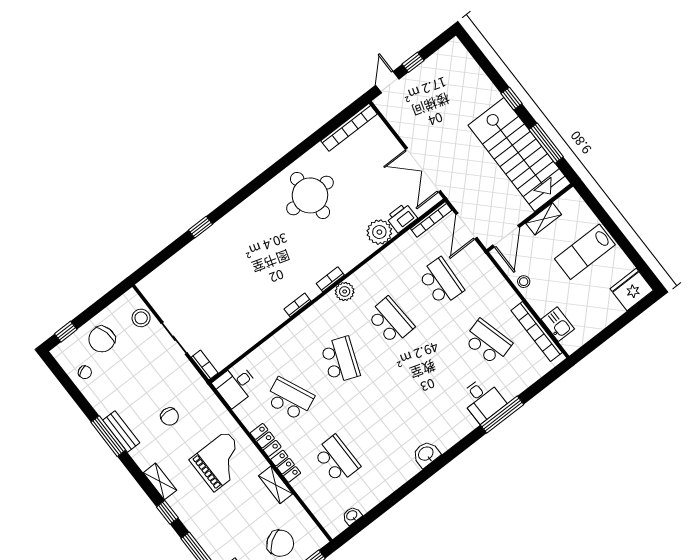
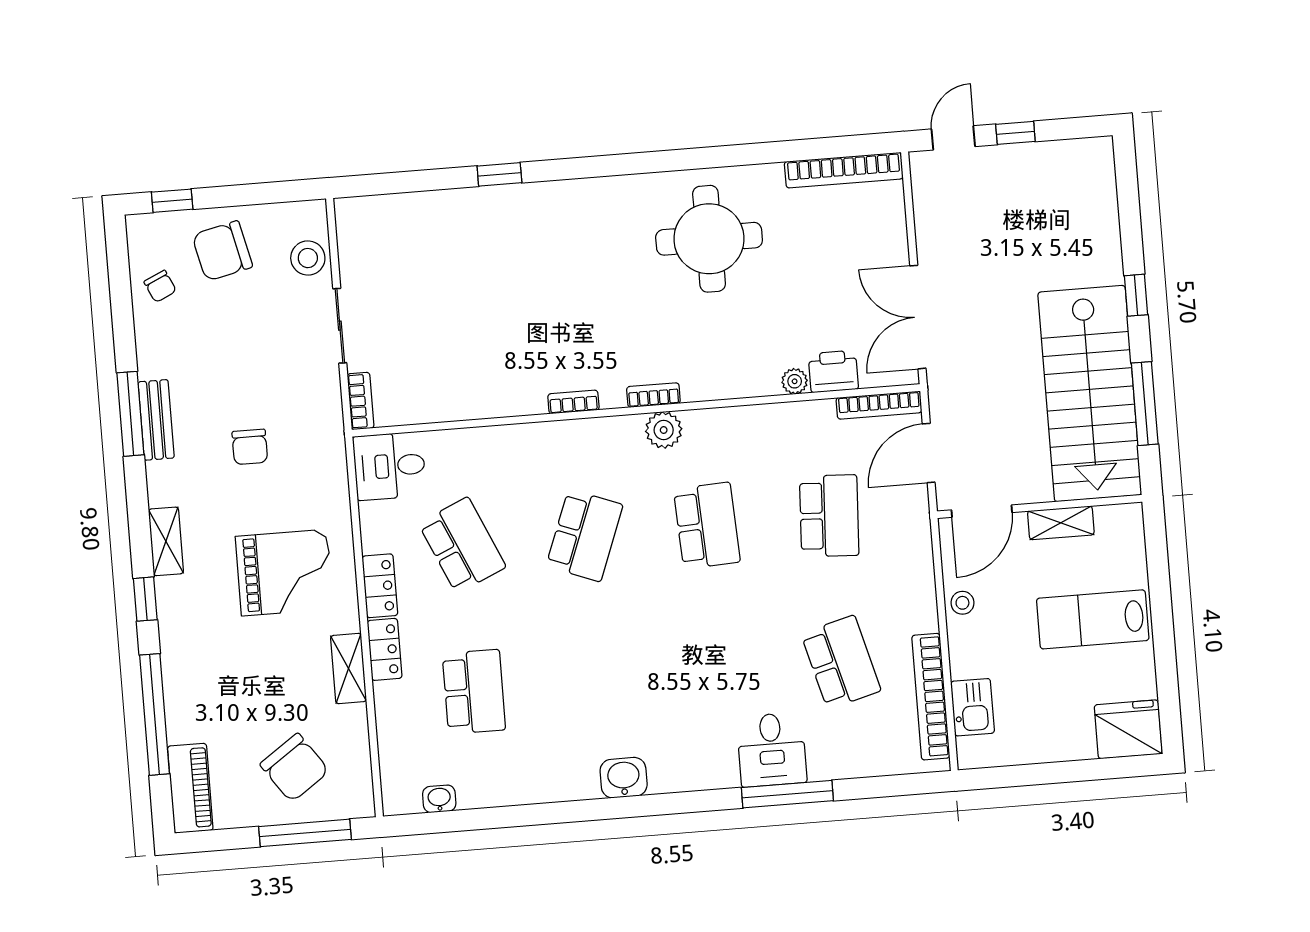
plant: (379, 232) -> (795, 381), width x0.53, depth x0.53

